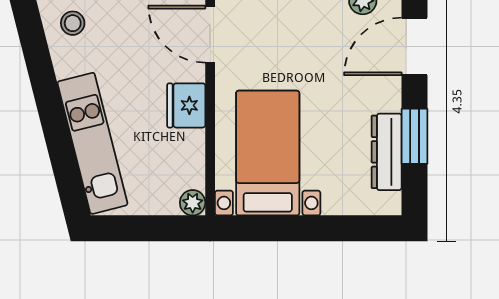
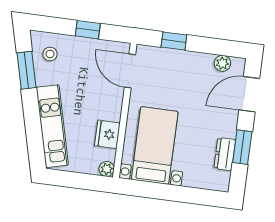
window: (37, 55) -> (27, 70), added
fridge: (186, 105) -> (107, 134), moved
dresser: (387, 152) -> (225, 154), width x0.70

